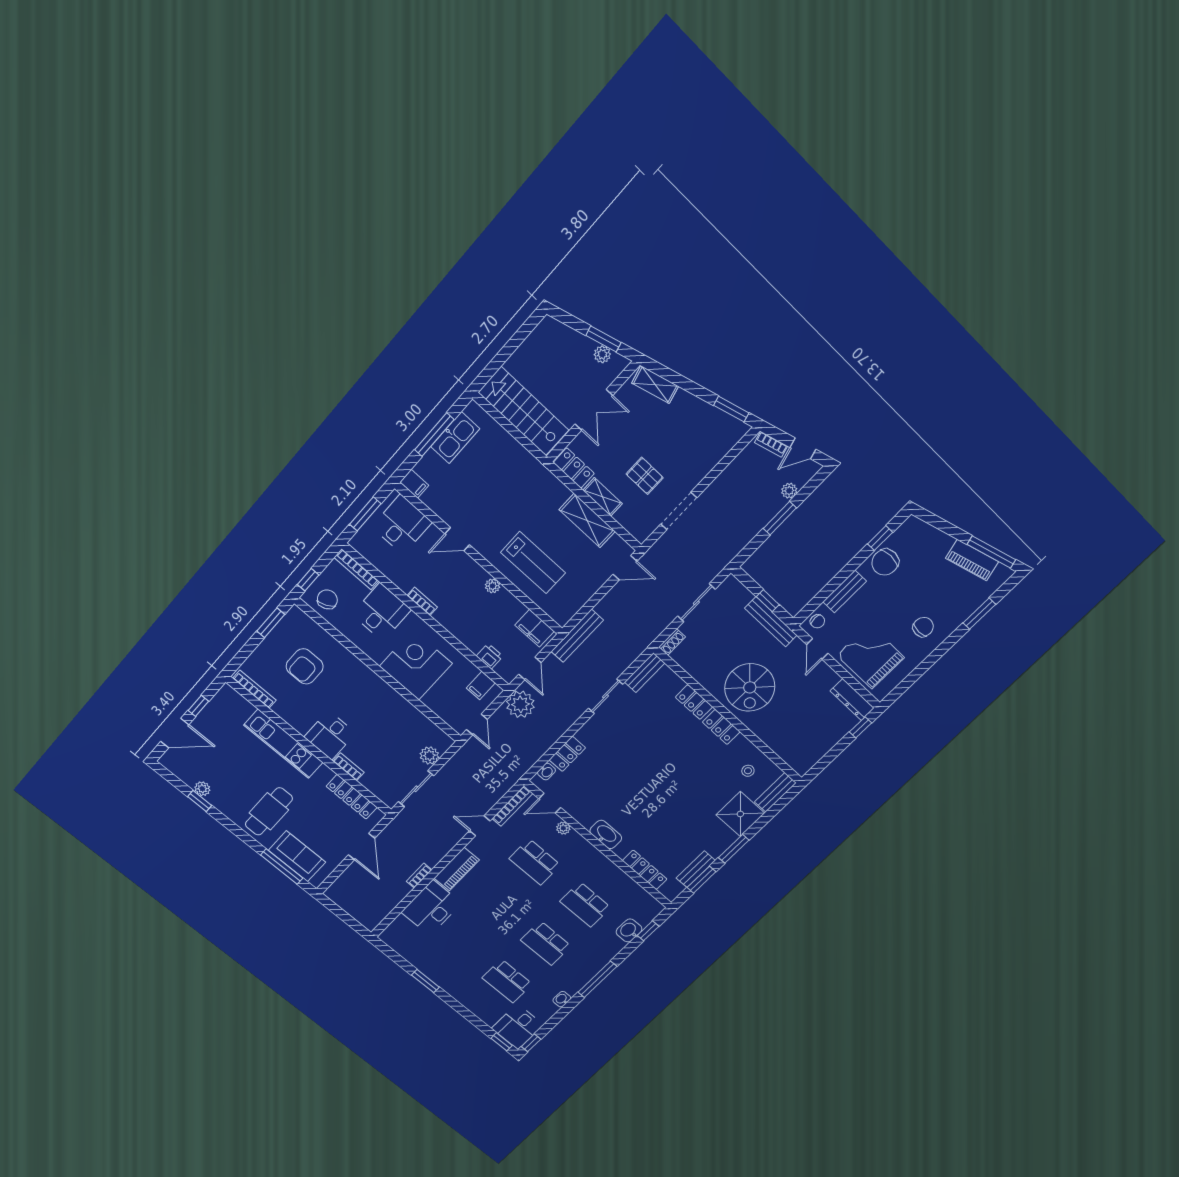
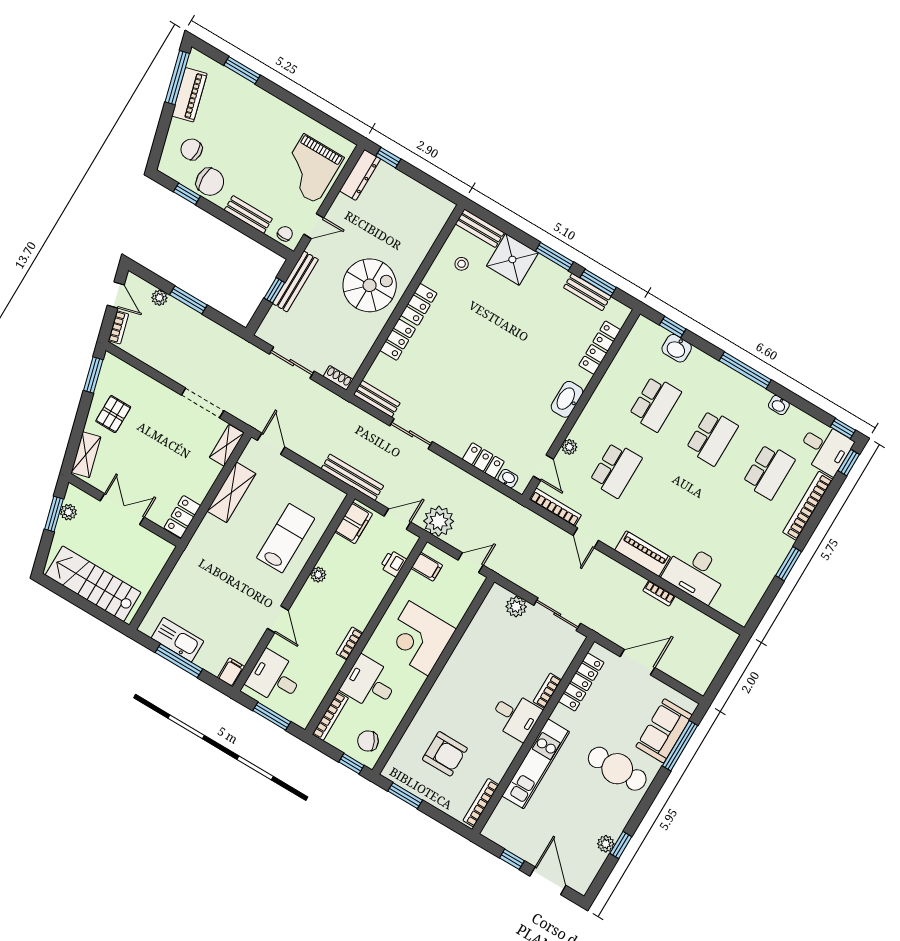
stairs: (524, 411) -> (93, 584), moved, turned 90
pallet: (645, 476) -> (113, 414), moved
shelving: (603, 497) -> (227, 445), moved
chair: (923, 627) -> (192, 149), moved
bookcase: (472, 1005) -> (808, 506), added

